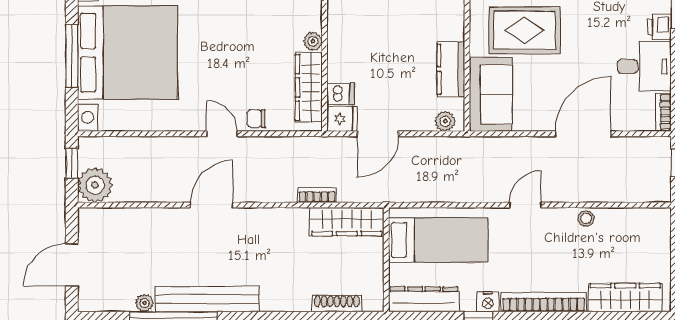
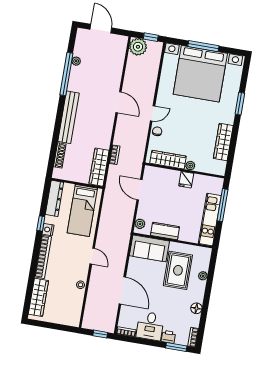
dishwasher: (341, 94) -> (162, 175), removed
fridge: (342, 119) -> (186, 180), moved
bench: (207, 299) -> (69, 117), moved

